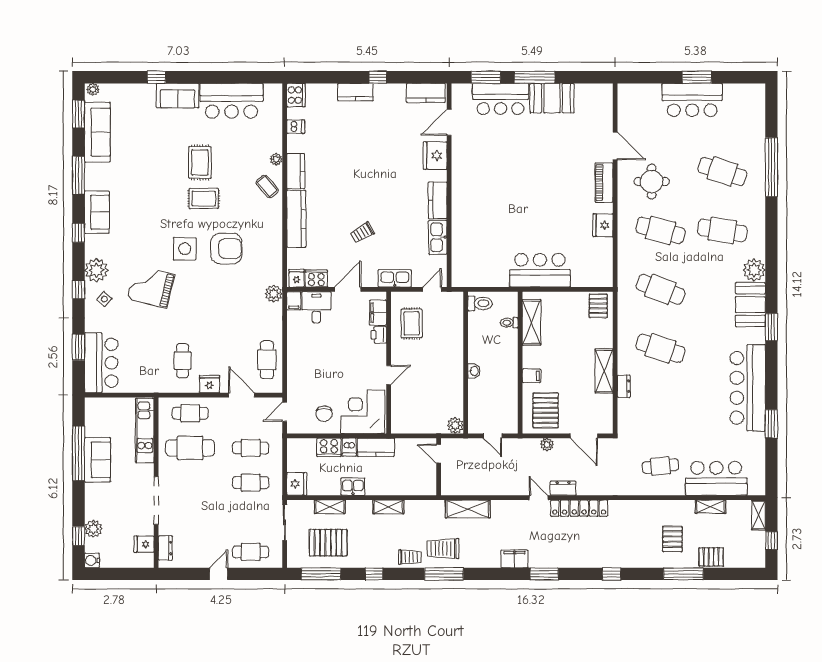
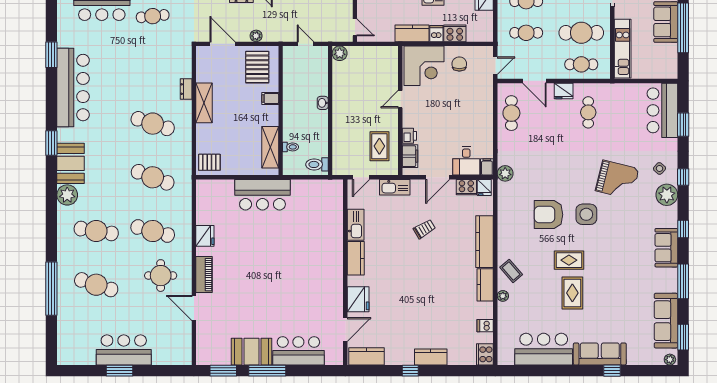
window: (486, 77) -> (223, 371), moved
sofa: (177, 96) -> (600, 354), width x1.36
pallet: (598, 306) -> (209, 162), turned 90

